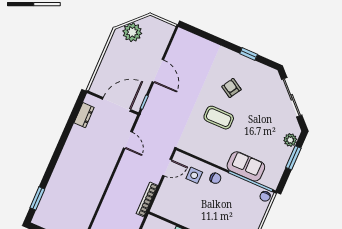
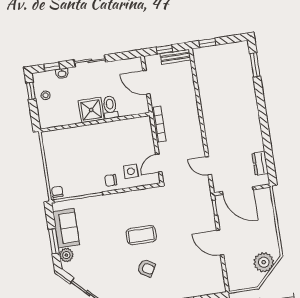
door: (117, 104) -> (238, 191), hinge flipped
sofa: (246, 166) -> (66, 228), moved, turned -90

